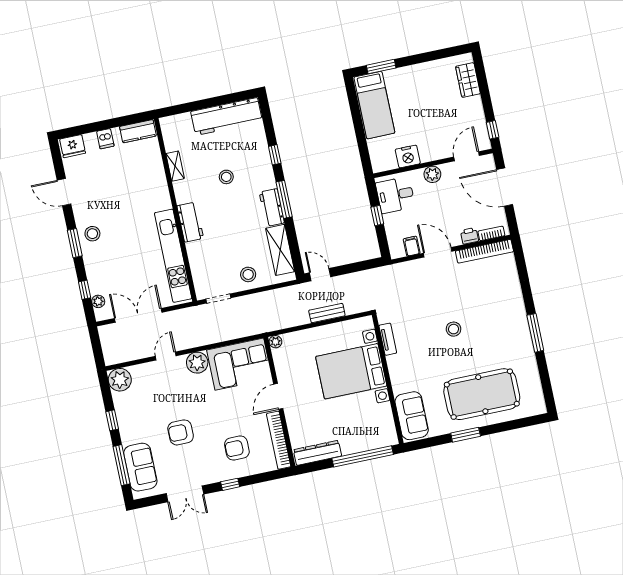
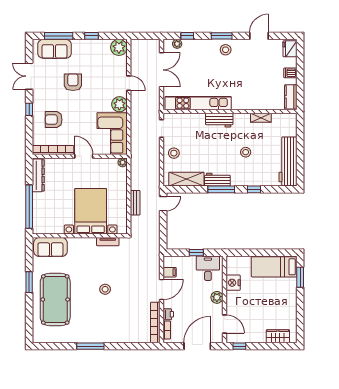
armchair: (237, 448) -> (54, 120), turned -90

